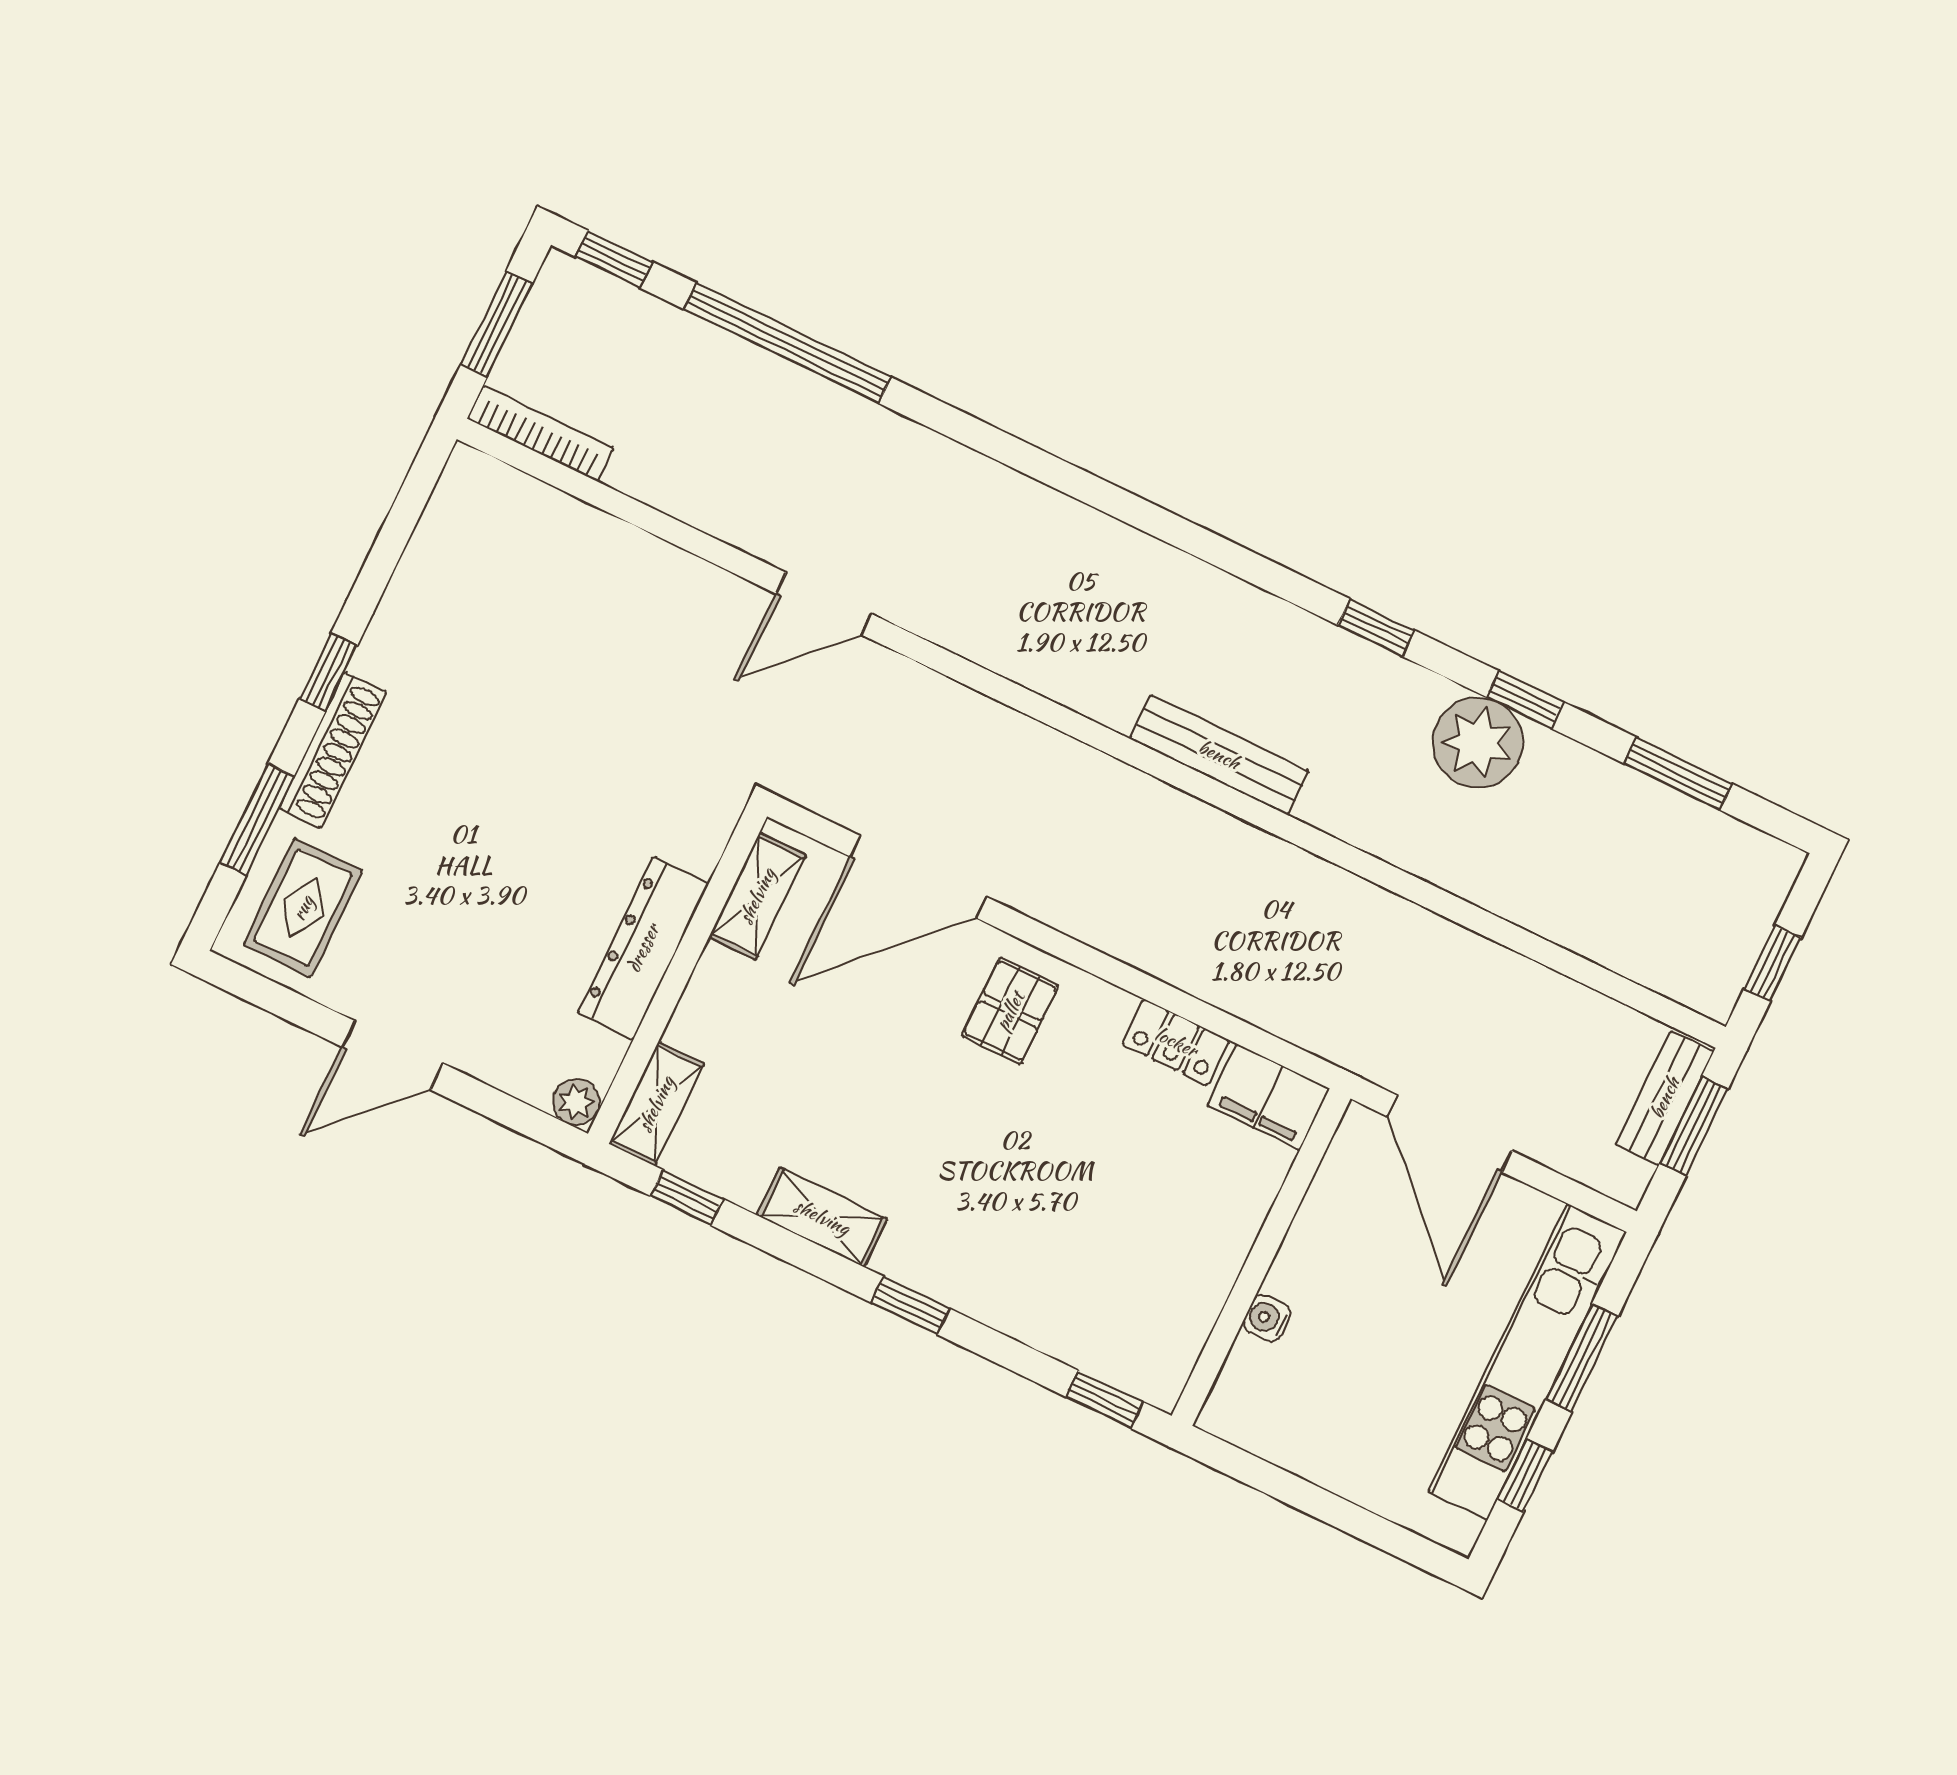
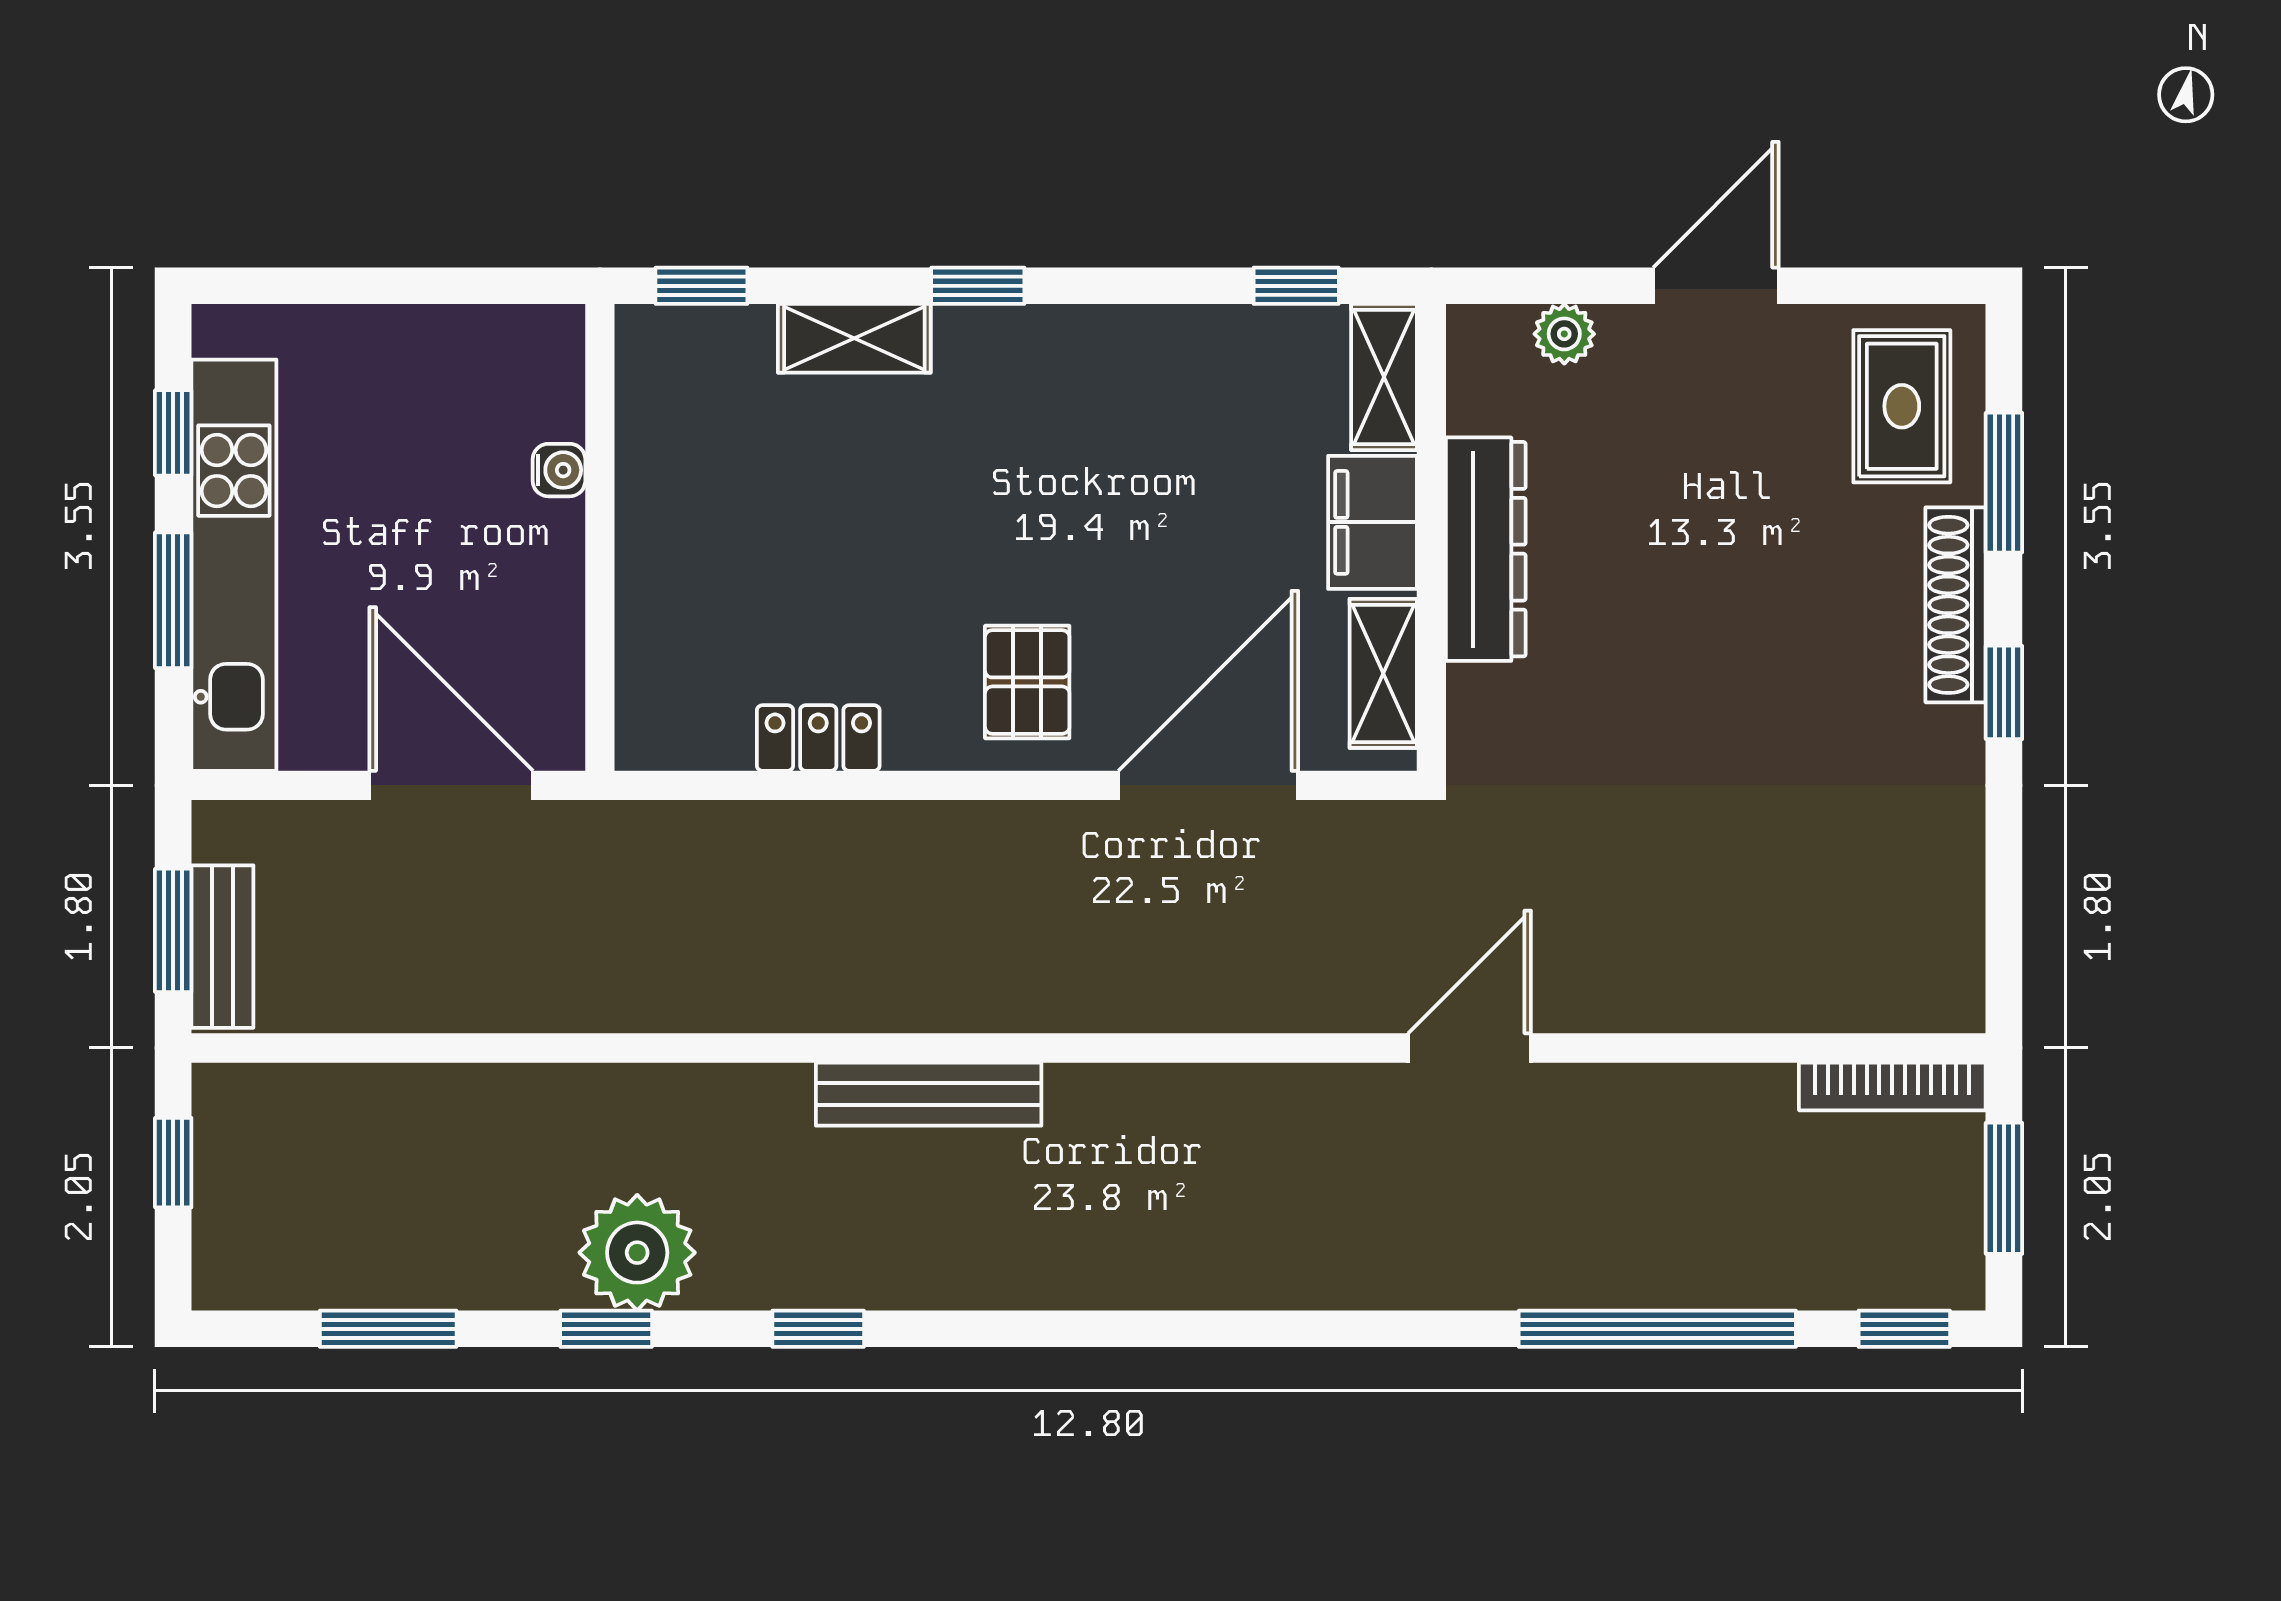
filing cabinet: (1268, 1097) -> (1372, 522), moved, turned -90
plant: (576, 1102) -> (1564, 334), moved
shelving: (822, 1217) -> (854, 338), moved

